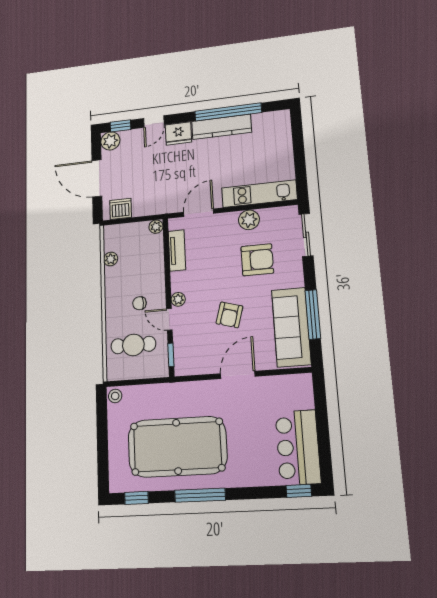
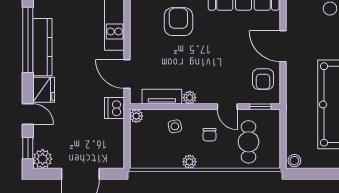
dishwasher: (121, 209) -> (115, 108), moved
plant: (249, 220) -> (139, 27), removed
plant: (111, 259) -> (189, 162), moved
side table: (147, 267) -> (175, 126), added
plant: (178, 299) -> (190, 98), moved
armchair: (229, 315) -> (263, 79), moved, turned 74
door: (169, 319) -> (227, 107), hinge flipped

